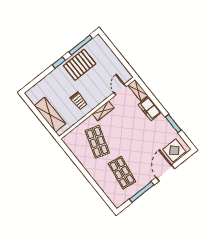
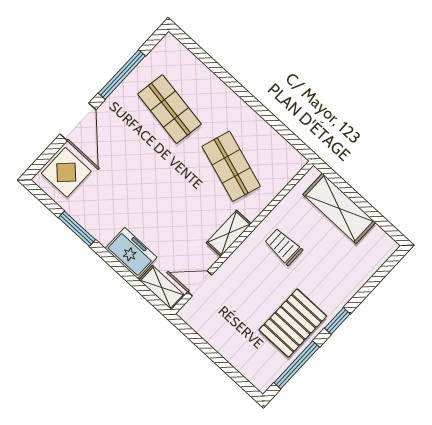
door: (120, 90) -> (200, 283), swing flipped

